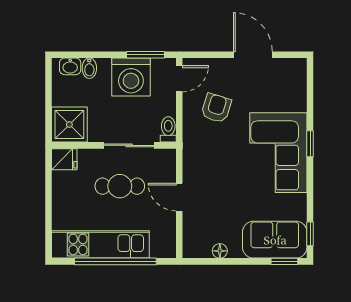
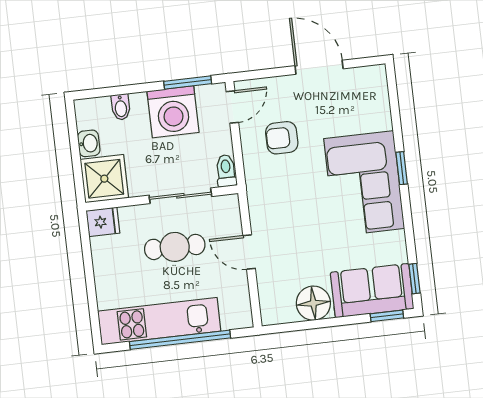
washbasin: (70, 66) -> (89, 143), moved, turned -90
armchair: (216, 108) -> (282, 138), turned -107
floor lamp: (220, 251) -> (313, 303), width x1.89, depth x1.89

